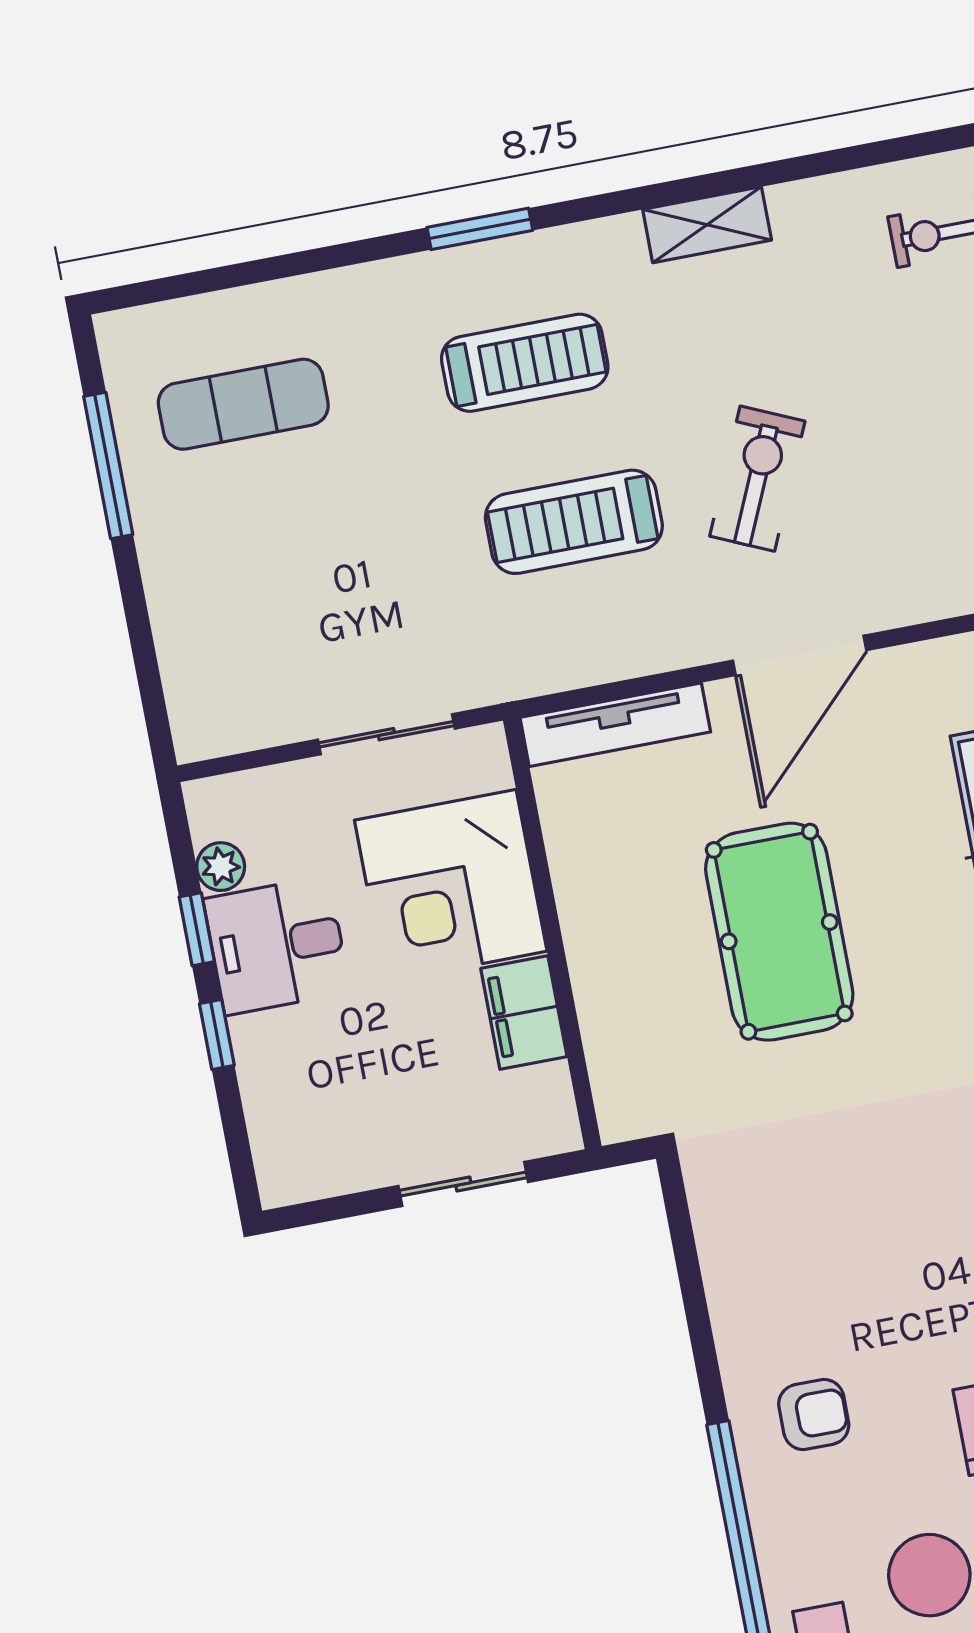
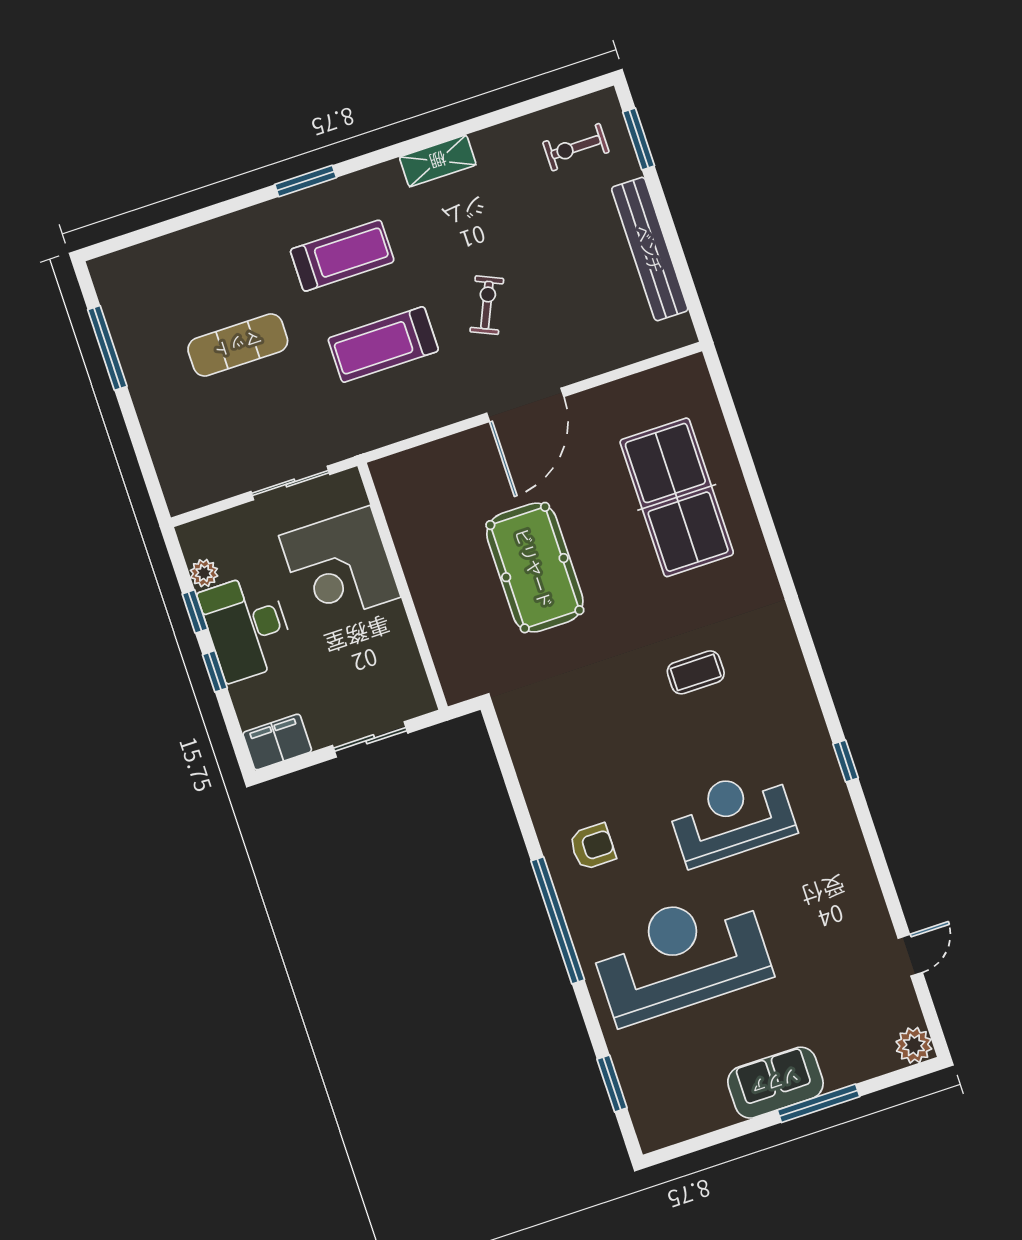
exercise mat: (243, 404) -> (238, 345), moved
exercise bike: (757, 479) -> (487, 305), width x0.73, depth x0.72
tv unit: (615, 725) -> (423, 460), removed
desk: (277, 945) -> (247, 627), width x1.37
filing cabinet: (524, 1013) -> (277, 742), moved, turned 90

